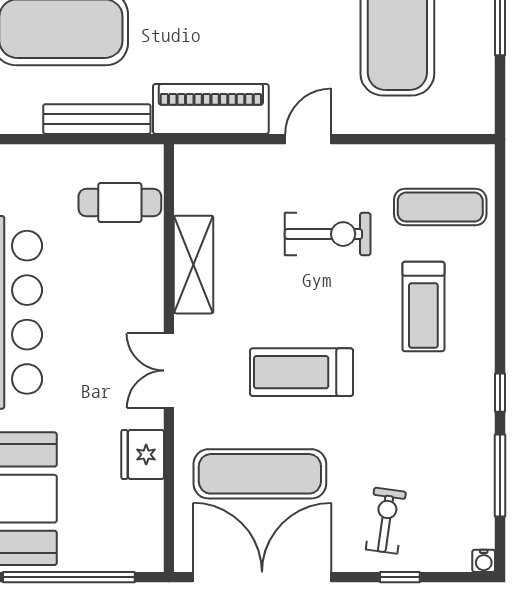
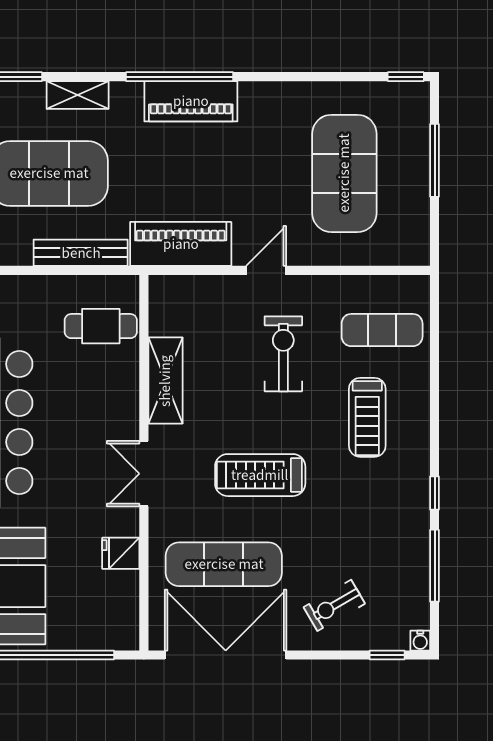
exercise bike: (328, 234) -> (283, 354), turned -90
fridge: (143, 455) -> (121, 553), width x0.72
exercise bike: (386, 521) -> (334, 605), turned -128
window: (400, 577) -> (387, 655), moved

